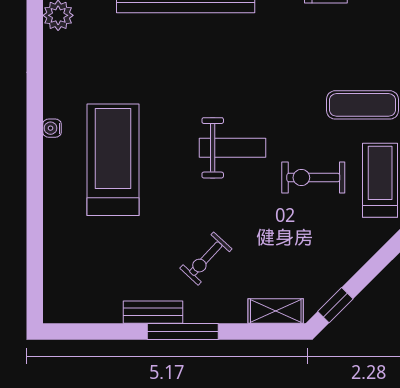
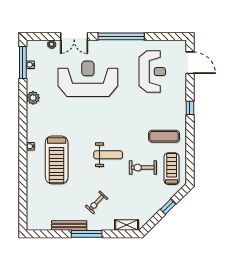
treadmill: (113, 160) -> (57, 160), turned 180
window: (335, 305) -> (168, 207), moved
bench: (153, 312) -> (69, 225), width x1.36

